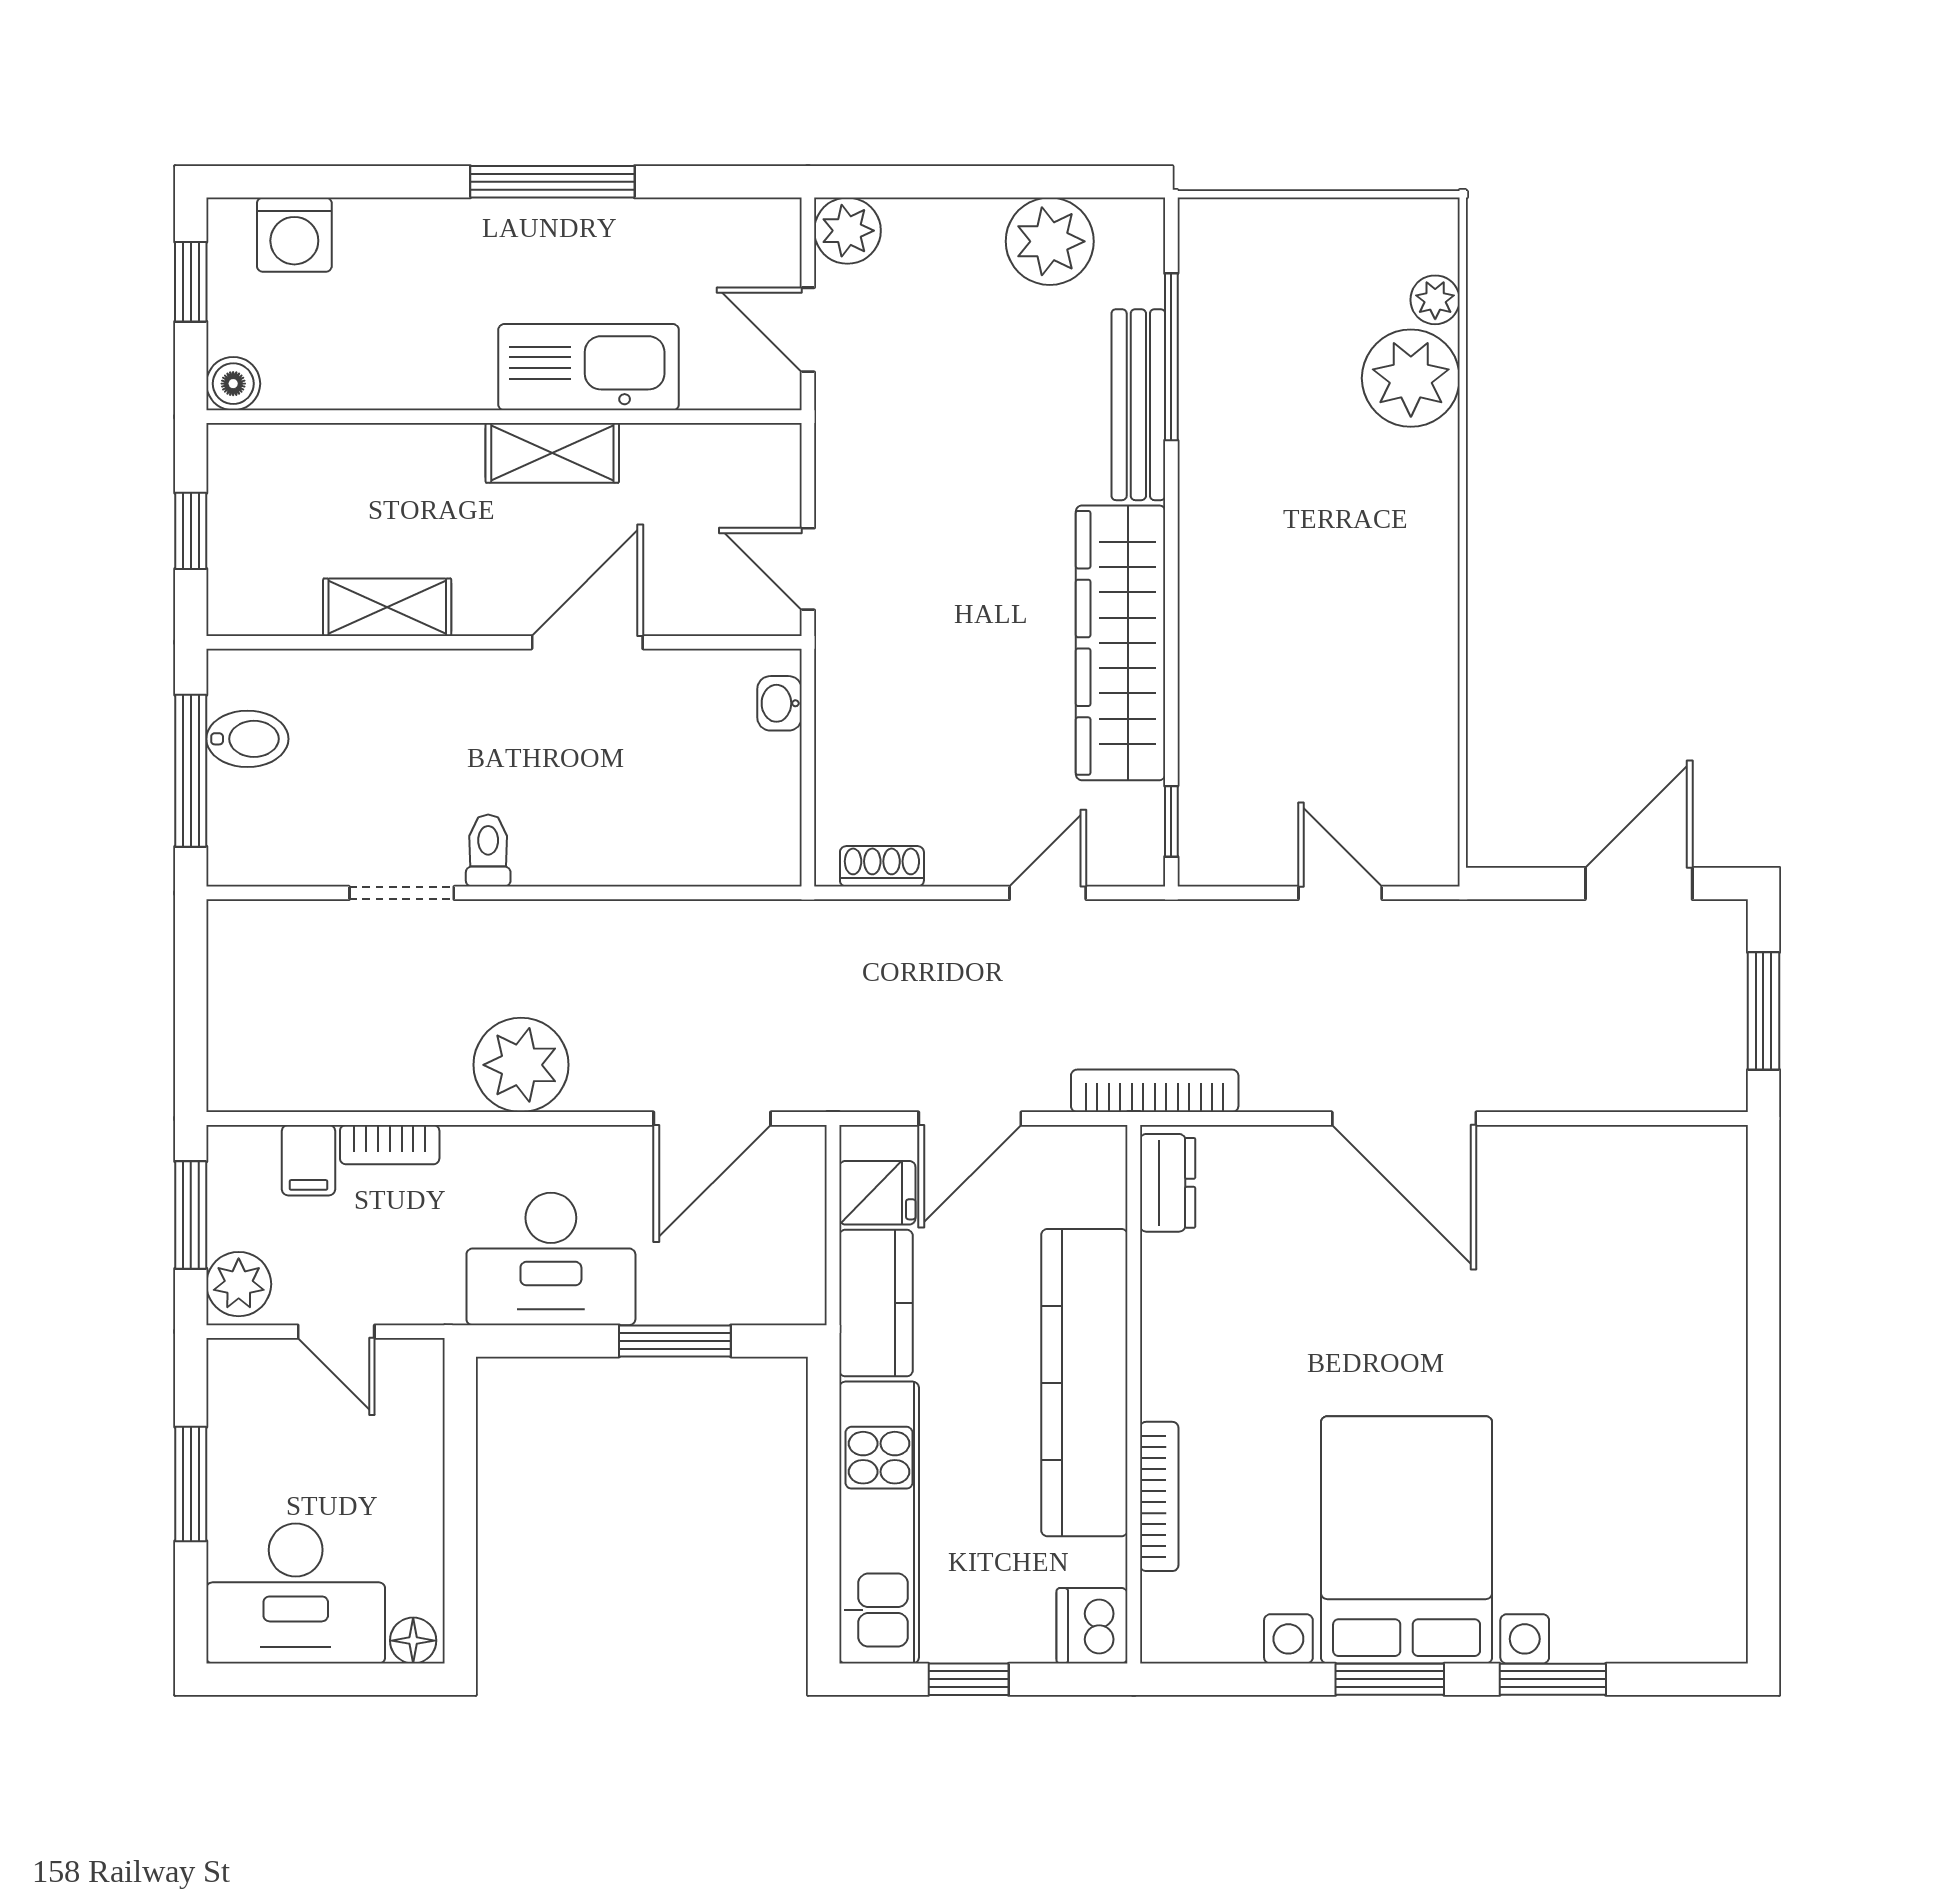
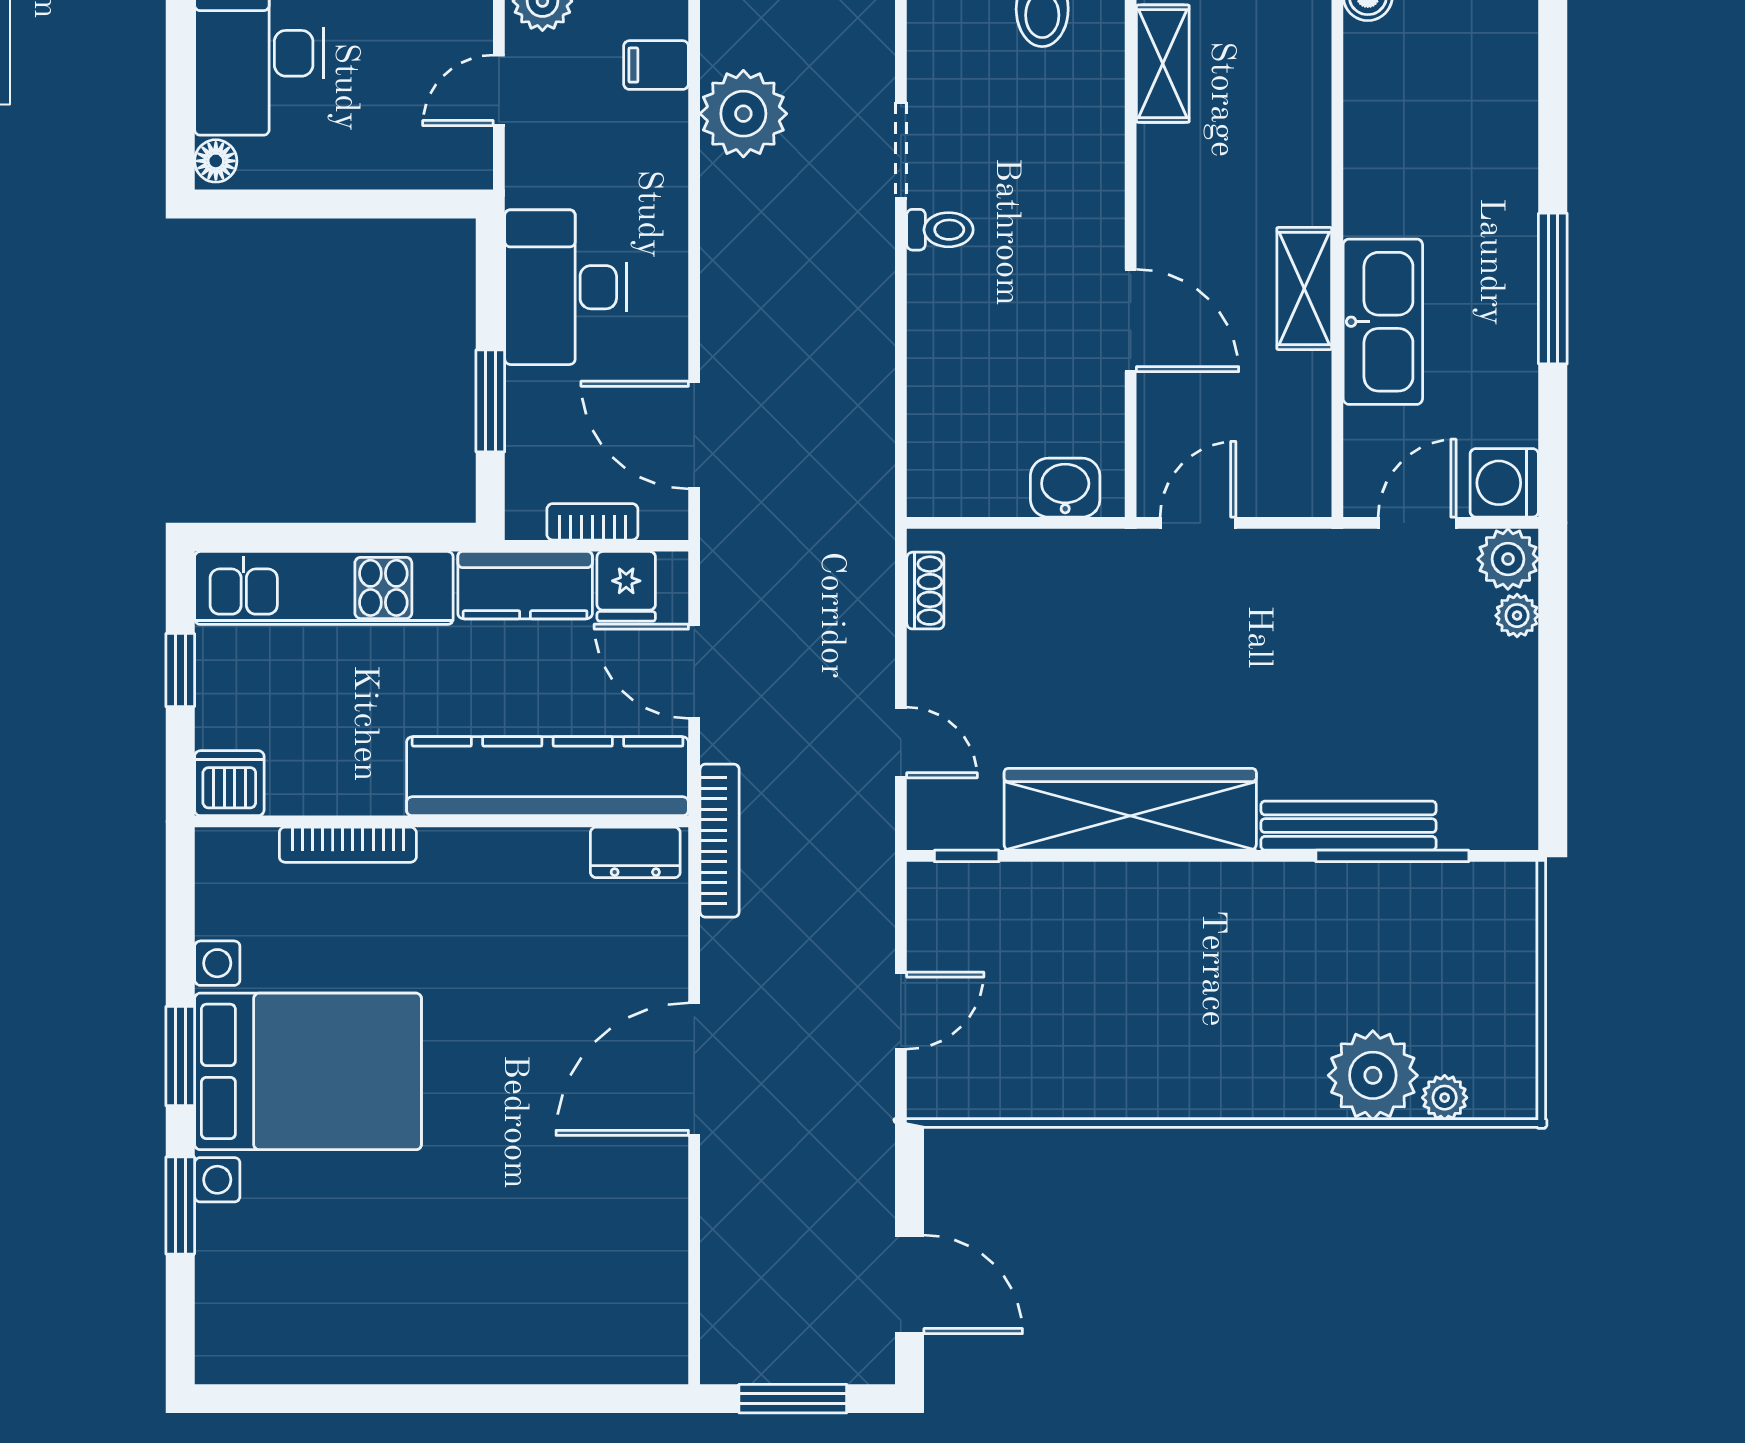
washing machine: (294, 235) -> (1504, 483), moved
plant: (1050, 241) -> (1517, 616), moved, width x0.53, depth x0.53
shelving: (387, 607) -> (1163, 64), moved
washbasin: (780, 703) -> (1065, 488), width x1.38, depth x1.45
plant: (521, 1065) -> (743, 114), moved
bookcase: (390, 1145) -> (592, 522), moved, turned 90
kitchen counter: (1084, 1383) -> (548, 776), moved

